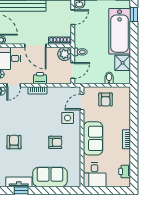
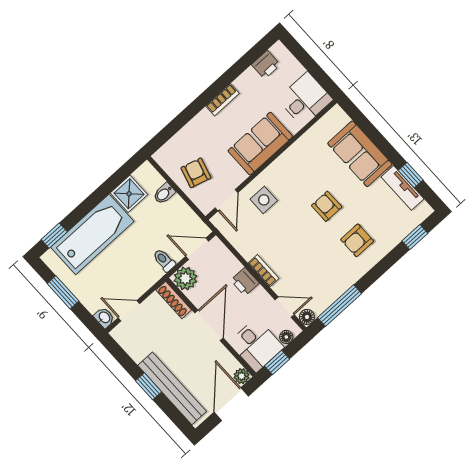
armchair: (106, 100) -> (196, 173), turned -74
door: (82, 102) -> (227, 200), hinge flipped
armchair: (55, 142) -> (327, 206), moved

